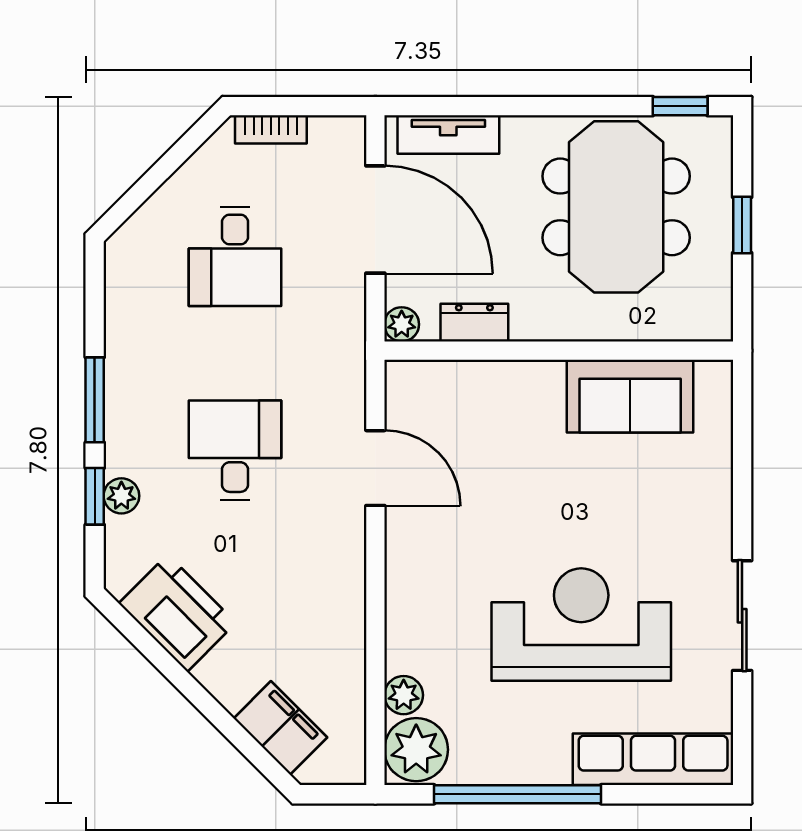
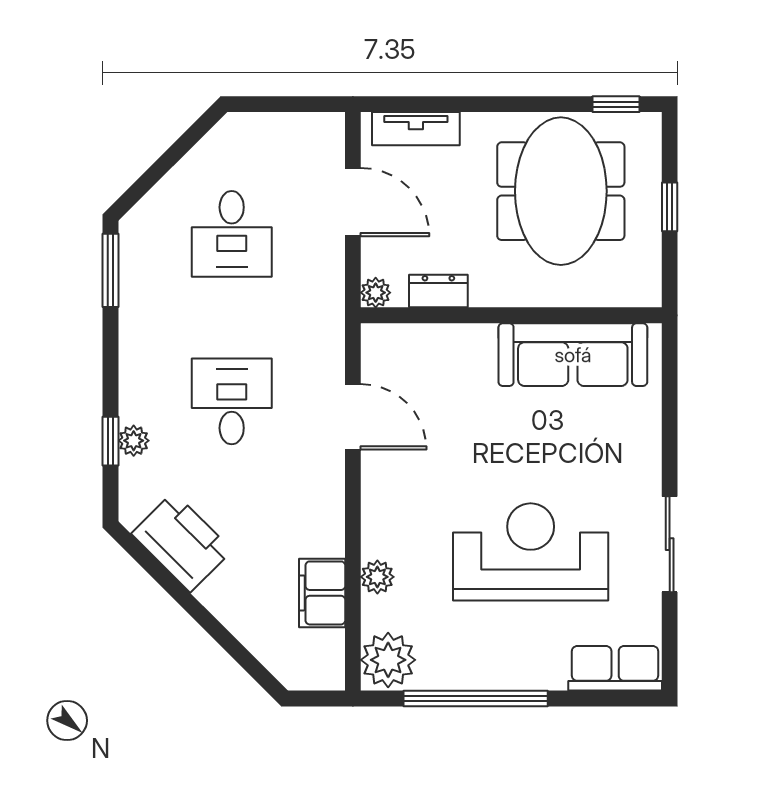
bookcase: (271, 129) -> (263, 124), removed
door: (375, 220) -> (353, 202), width x0.73
sofa: (630, 396) -> (573, 355), width x1.36
window: (95, 400) -> (110, 270), moved
plant: (404, 695) -> (377, 577), moved
filing cabinet: (280, 728) -> (322, 593), moved, turned -135
row of seats: (653, 759) -> (615, 668), width x0.68

